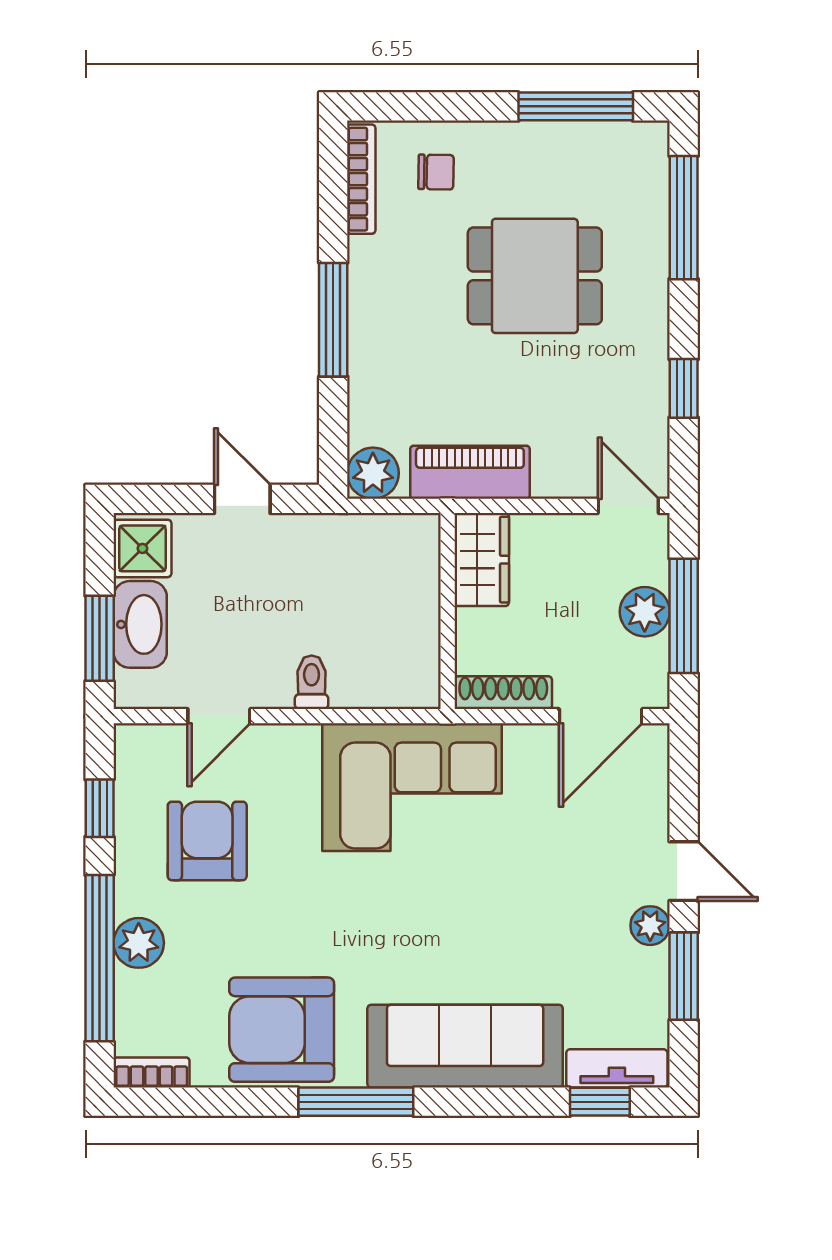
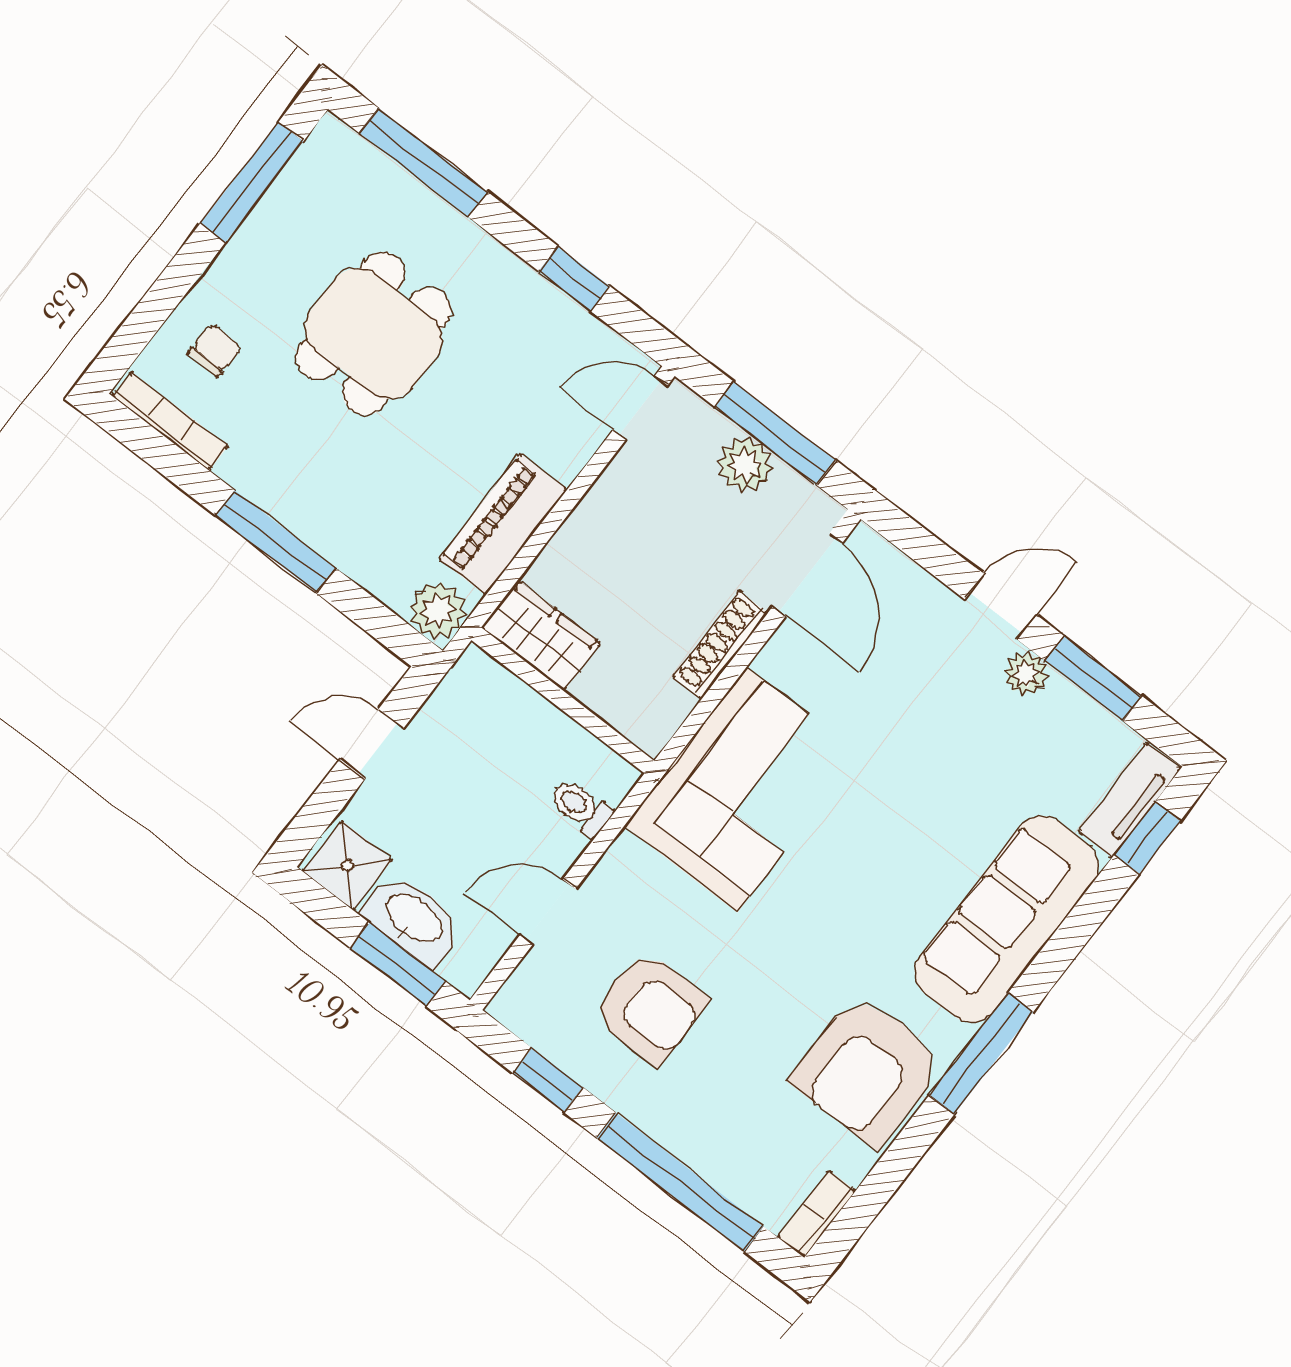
wardrobe: (482, 560) -> (540, 635), moved
wall: (448, 611) -> (563, 700), moved
door: (219, 716) -> (548, 912), swing flipped
armchair: (207, 841) -> (650, 1007), turned 180
plant: (139, 943) -> (693, 1137), removed

